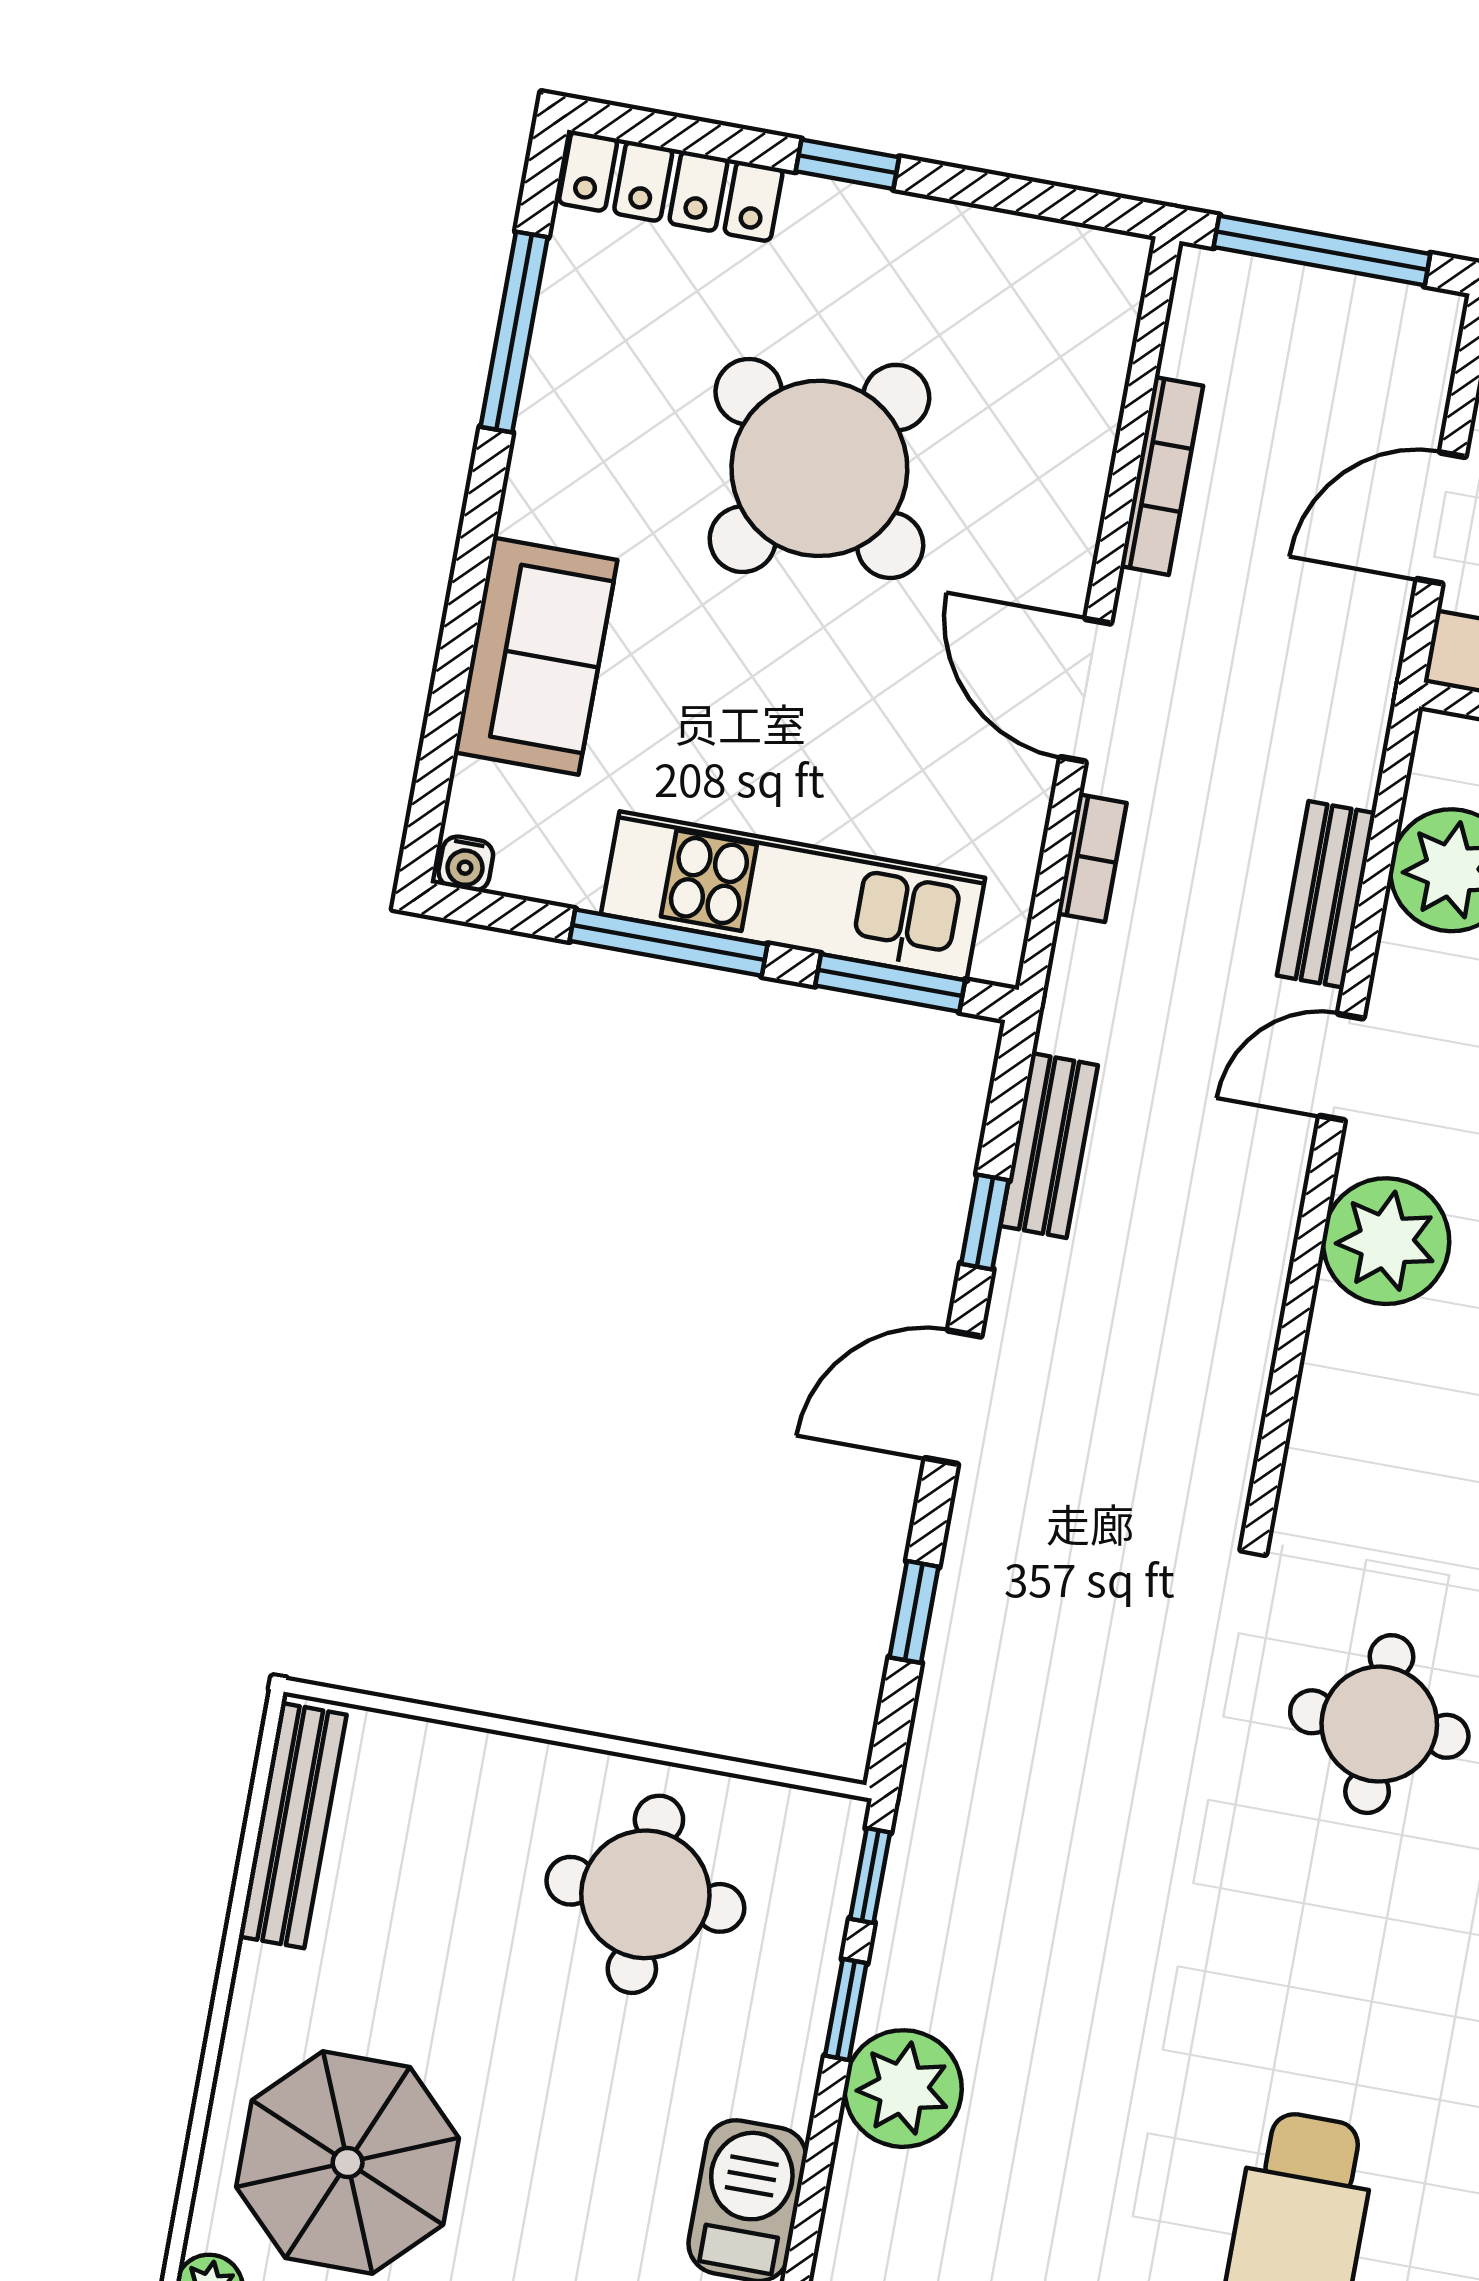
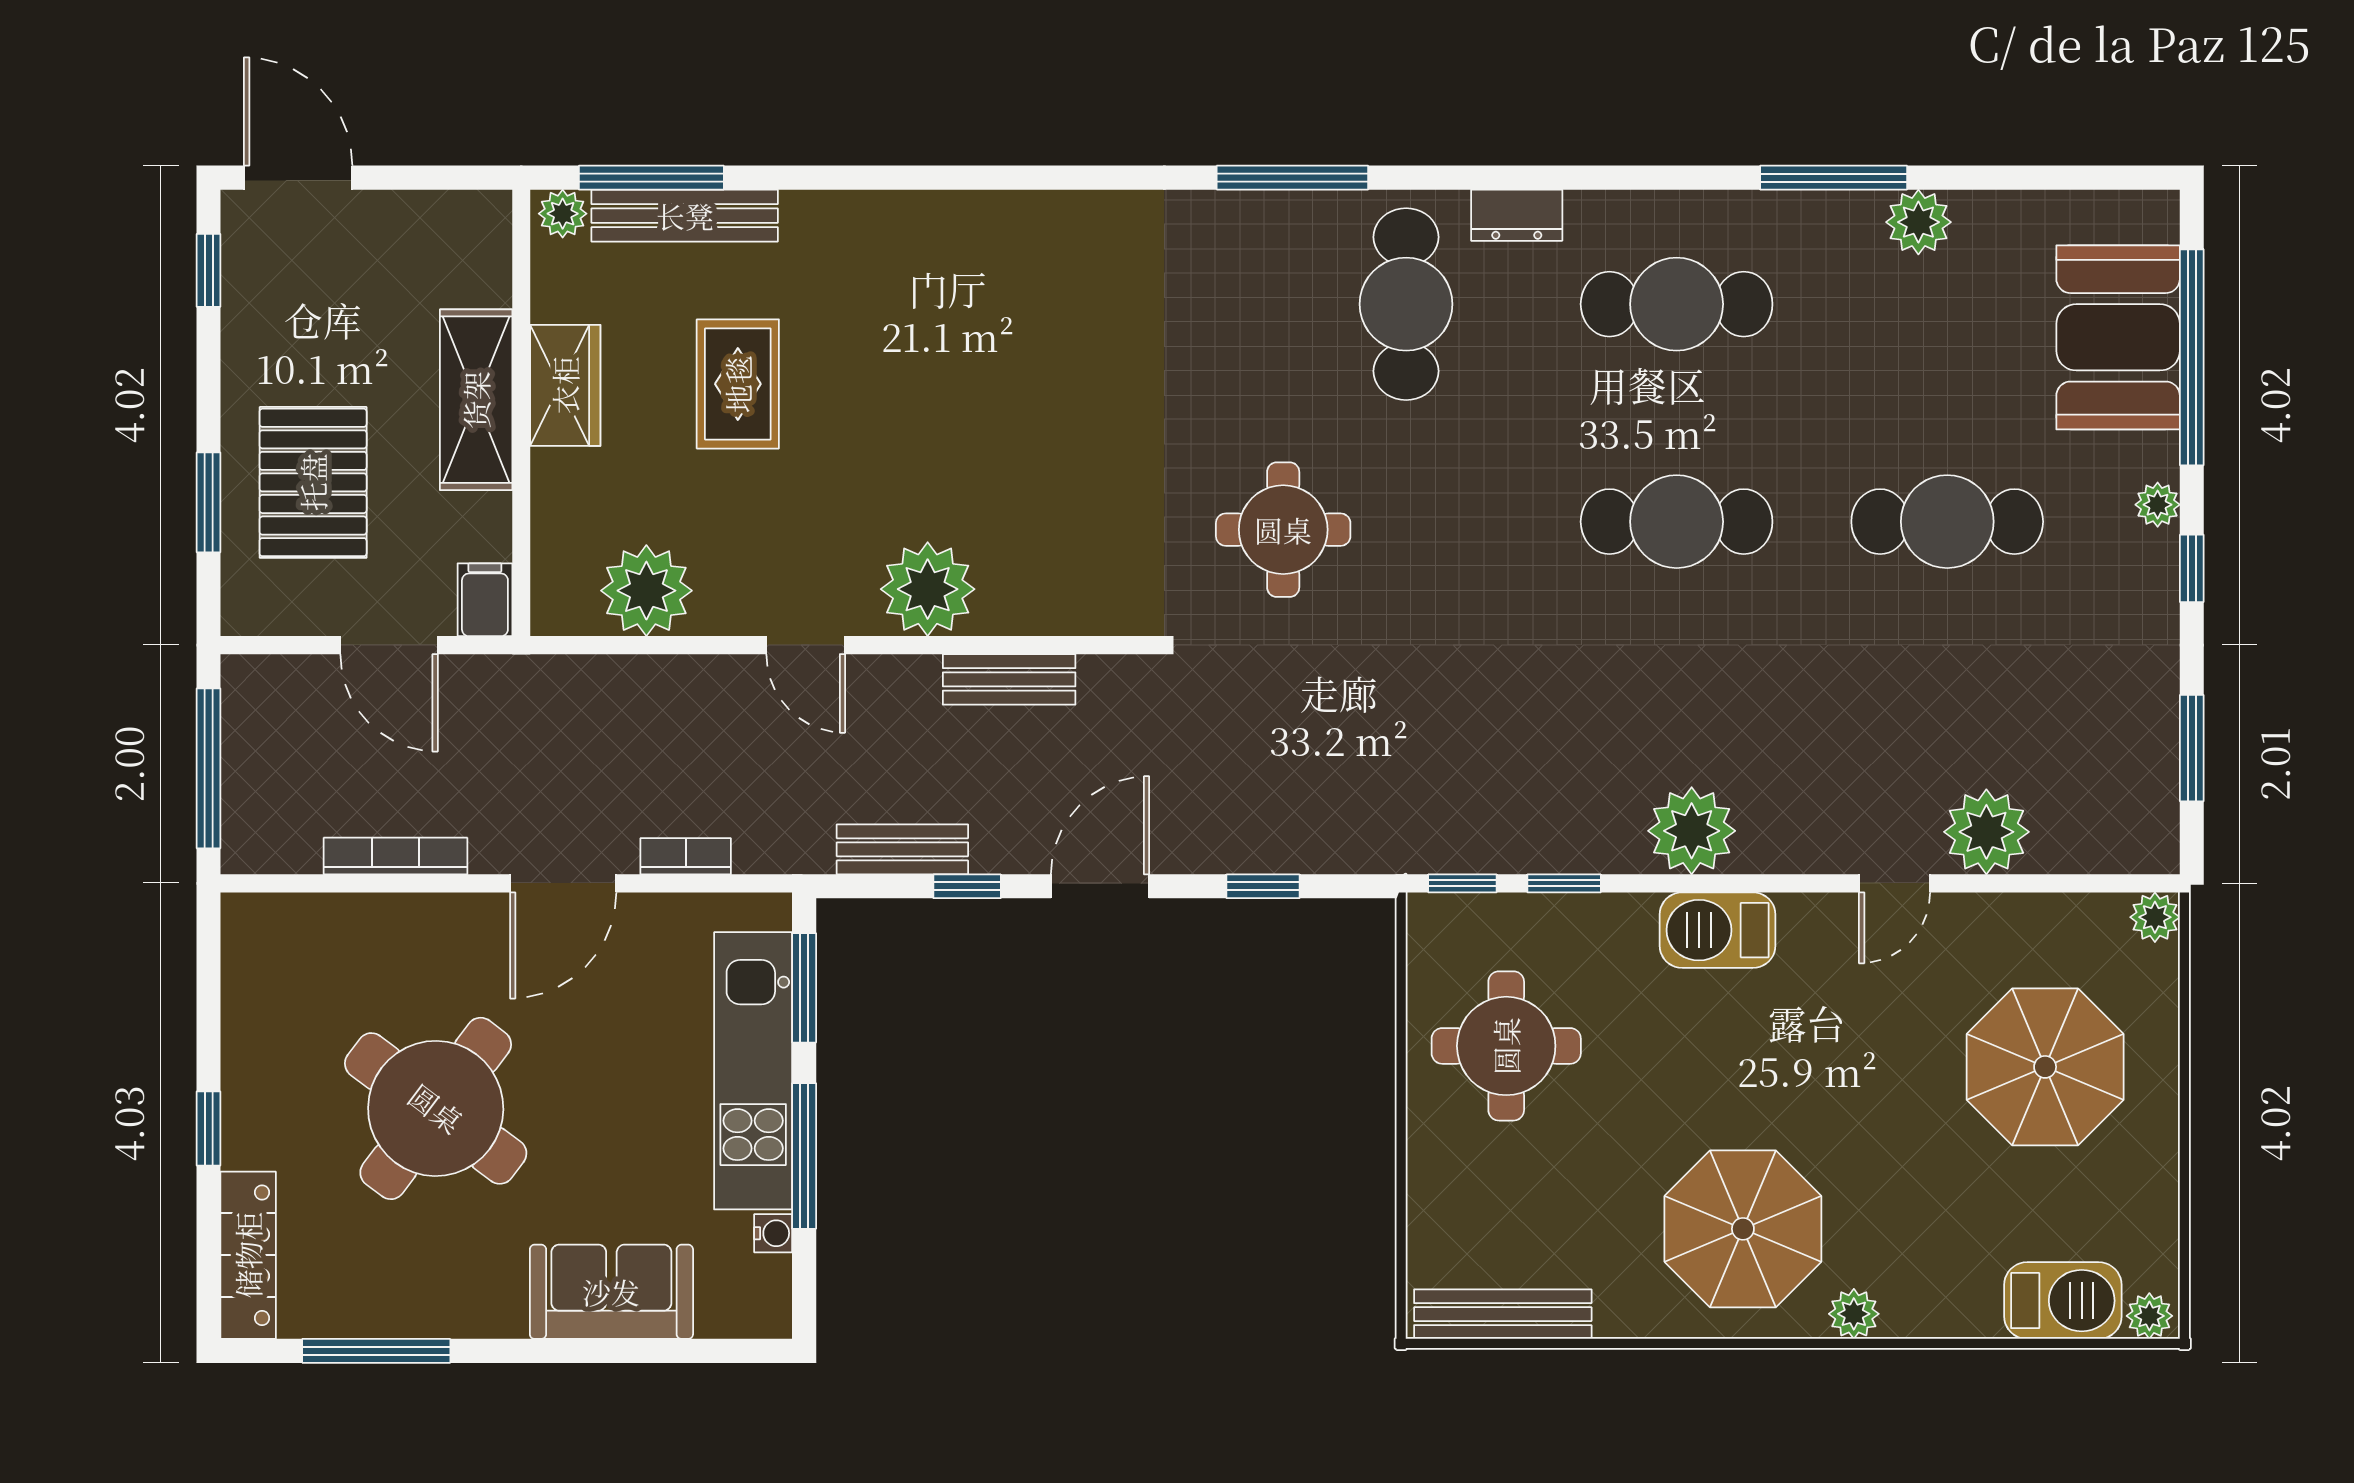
water cooler: (466, 864) -> (773, 1233), moved
bench: (1326, 894) -> (1009, 679), moved
door: (953, 1397) -> (1100, 886), swing flipped
plant: (903, 2089) -> (1692, 831), moved

